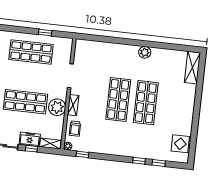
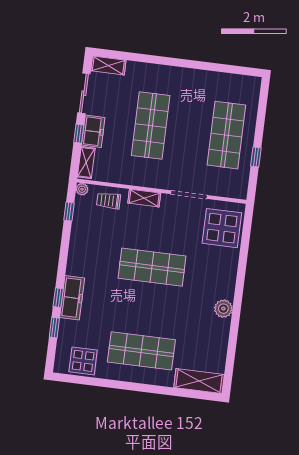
display table: (92, 54) -> (222, 228), added
shop shelf: (146, 103) -> (141, 351), moved
plant: (57, 107) -> (142, 174), removed
freezer: (139, 152) -> (72, 298), added

